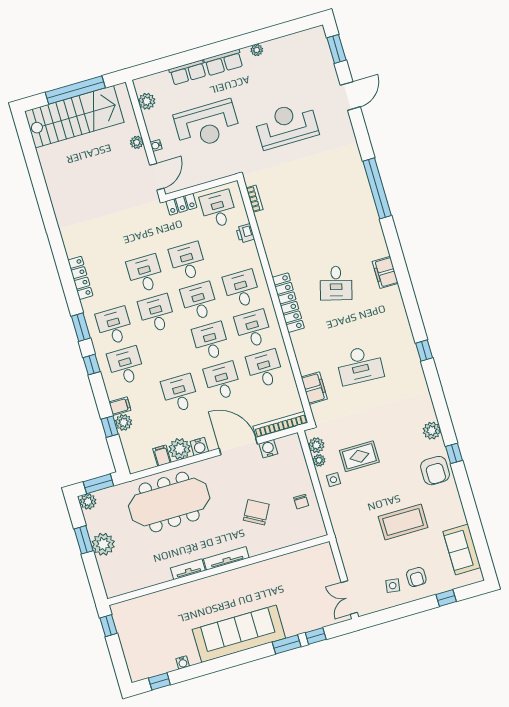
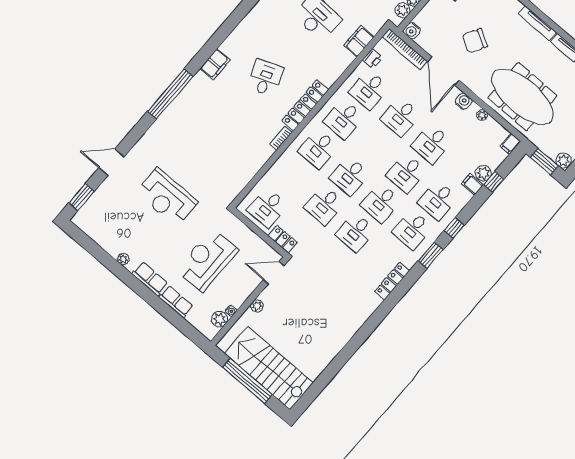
reception desk: (207, 125) -> (207, 260), turned -90
water cooler: (156, 145) -> (231, 311), moved
bookcase: (255, 199) -> (281, 138), moved
printer: (245, 233) -> (373, 59), moved
filing cabinet: (385, 272) -> (215, 64), moved
desk: (336, 283) -> (265, 78), turned -36
desk: (211, 341) -> (406, 173), moved
plant: (180, 449) -> (482, 115), width x0.53, depth x0.53
water cooler: (268, 449) -> (412, 31), moved
filing cabinet: (162, 456) -> (510, 144), moved
chair: (256, 512) -> (475, 41), moved

